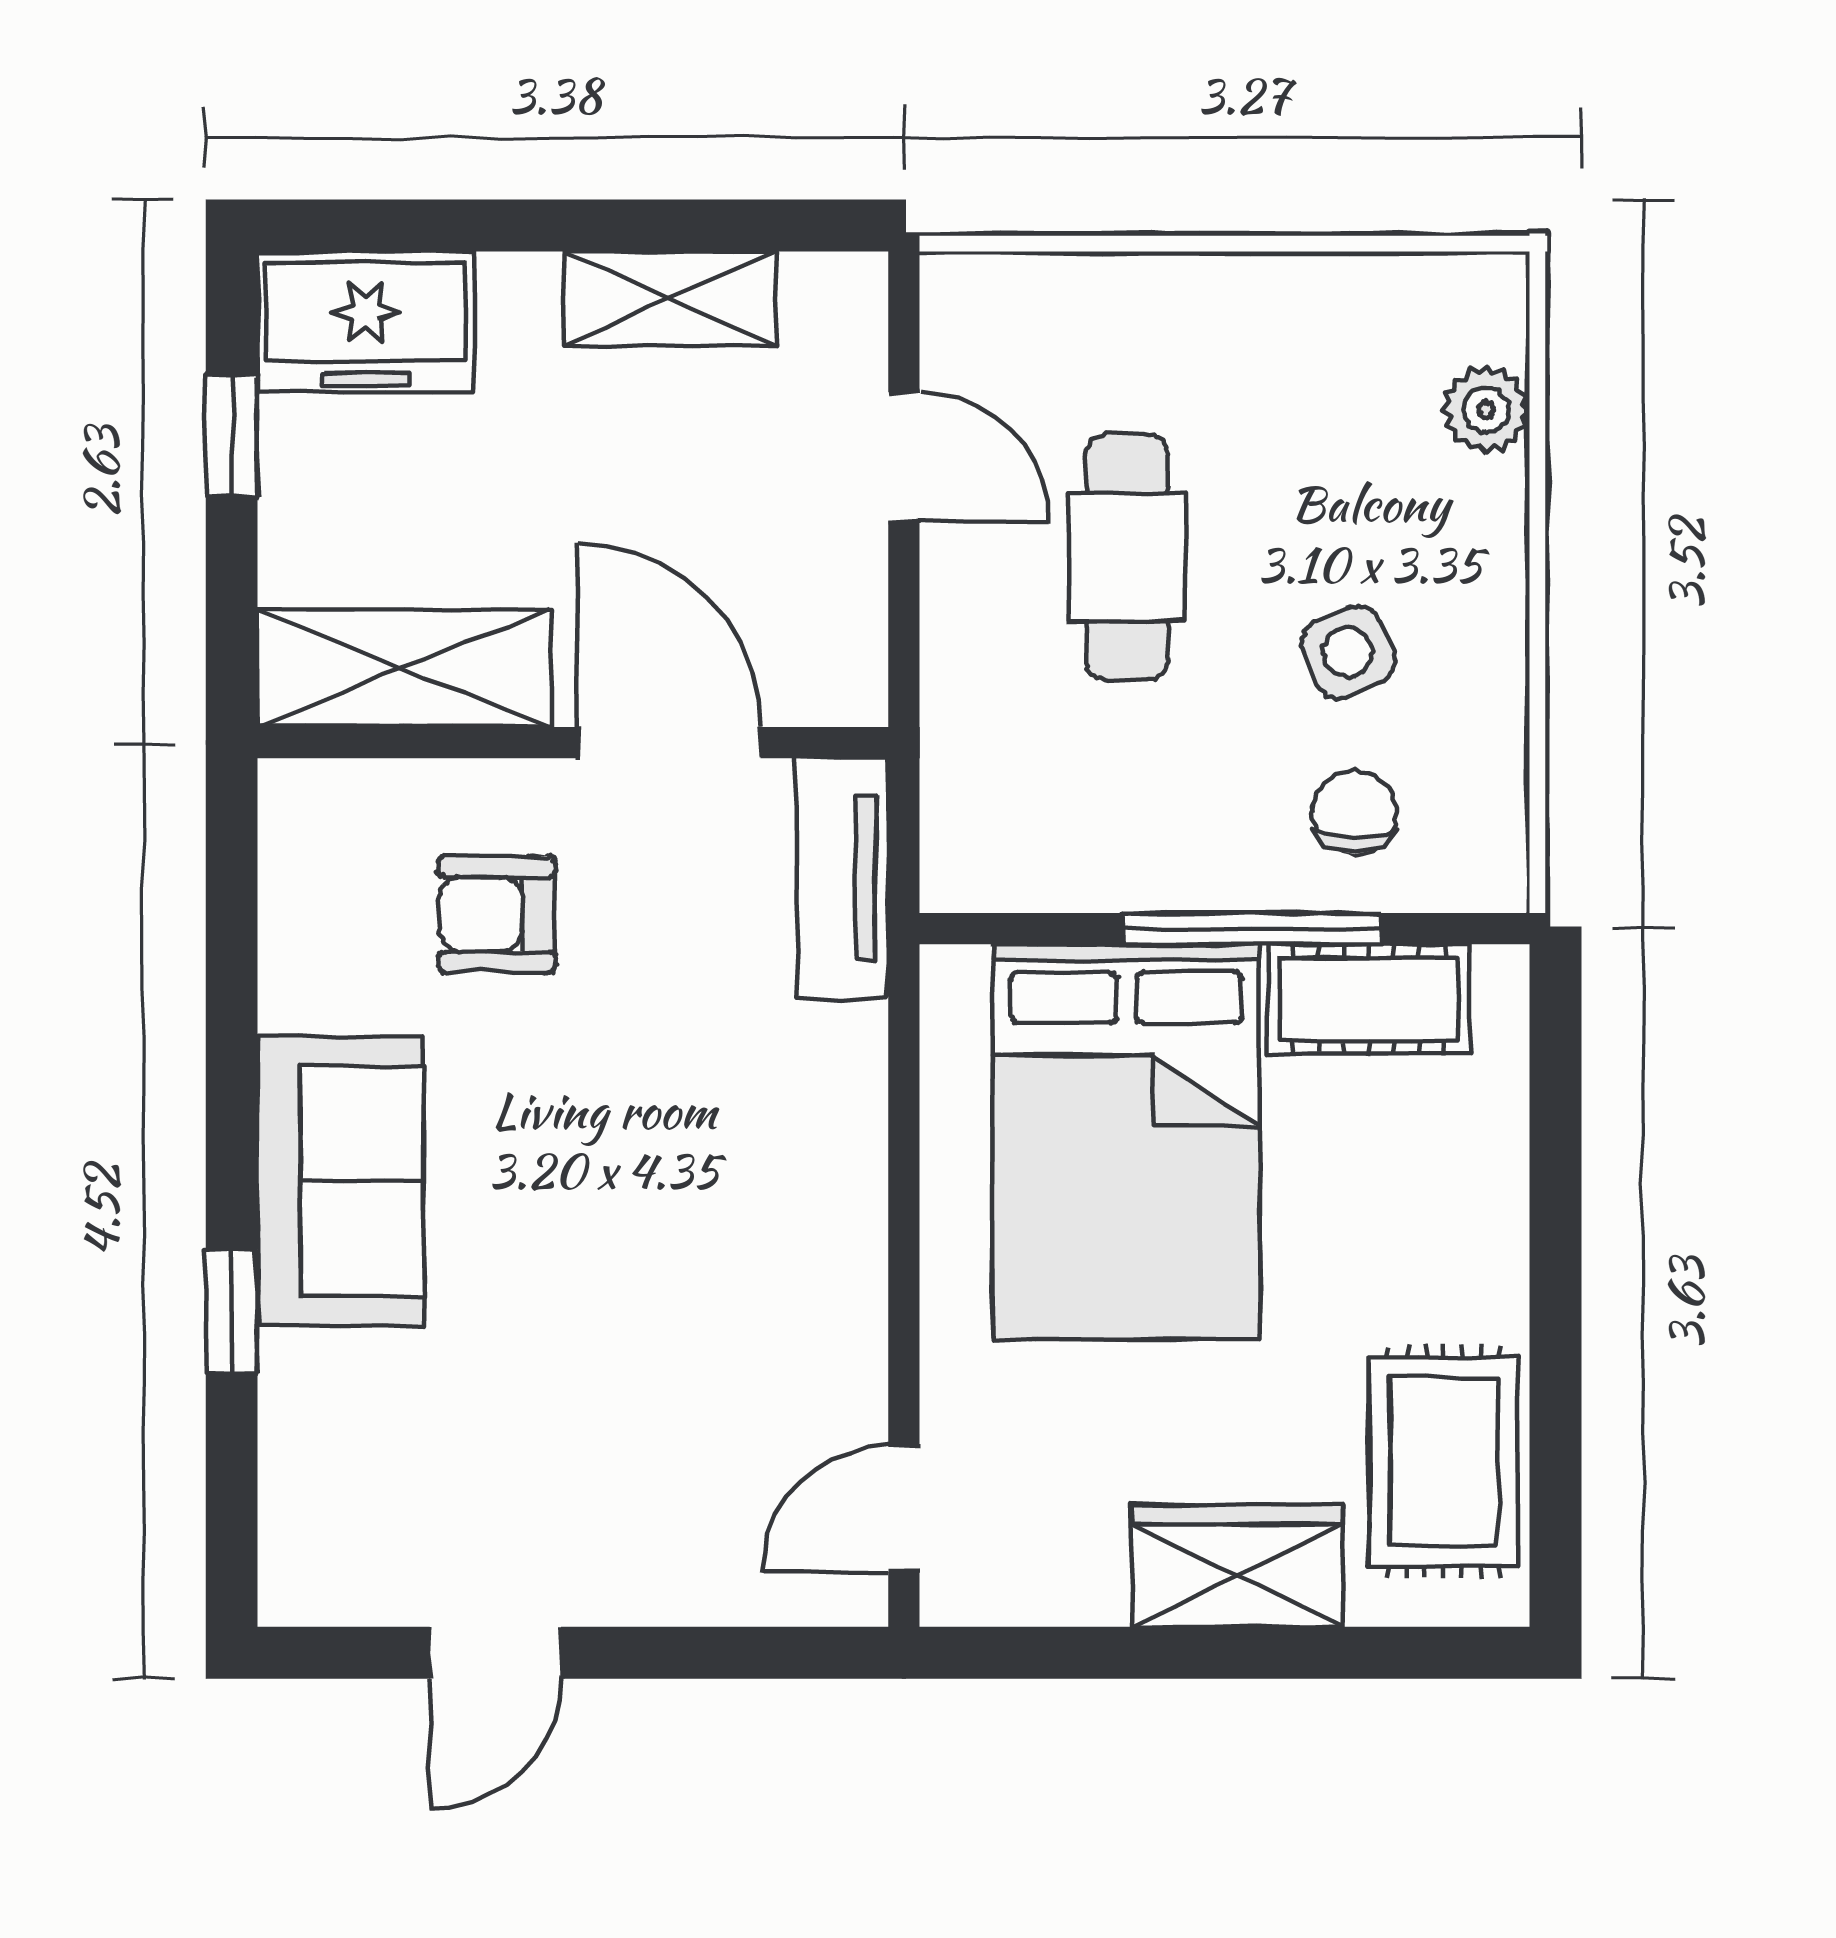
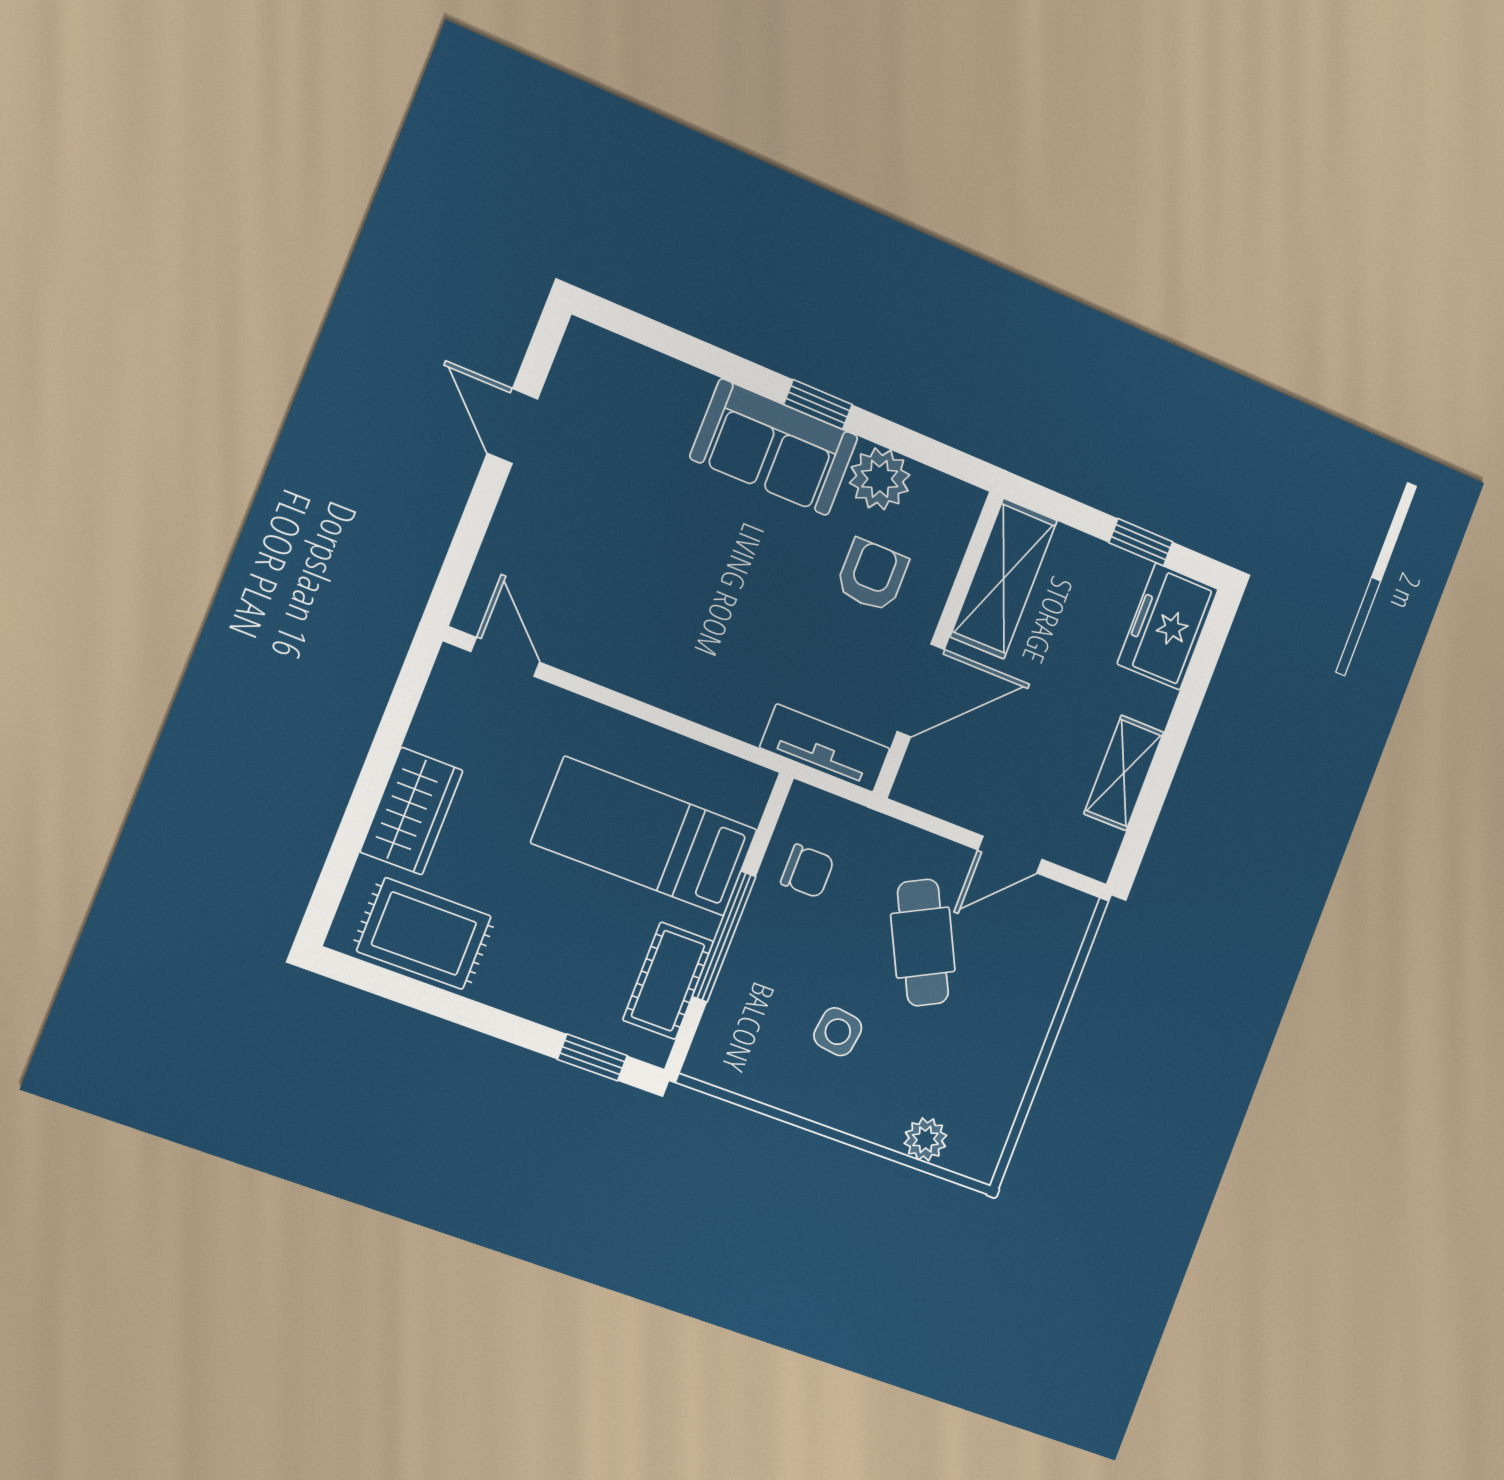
cafe table: (1127, 557) -> (923, 943), turned 63
side table: (1348, 652) -> (838, 1032), turned 31
chair: (1355, 812) -> (807, 871), moved
plant: (318, 968) -> (880, 479), added
window: (1555, 1081) -> (592, 1057), added
bed: (1126, 1142) -> (644, 836), width x0.67
window: (232, 1311) -> (818, 404), moved

